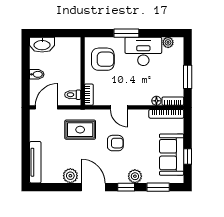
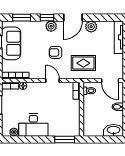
window: (126, 33) -> (65, 139), moved
armchair: (103, 59) -> (65, 119), removed
door: (46, 107) -> (110, 81), hinge flipped
plant: (135, 176) -> (51, 26), moved
door: (93, 187) -> (73, 18), hinge flipped

